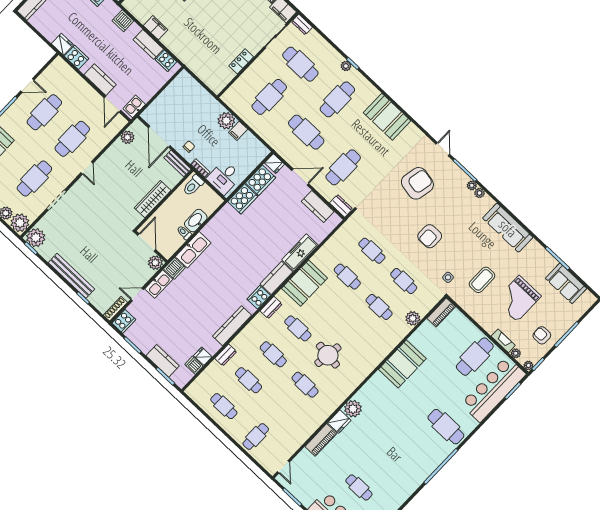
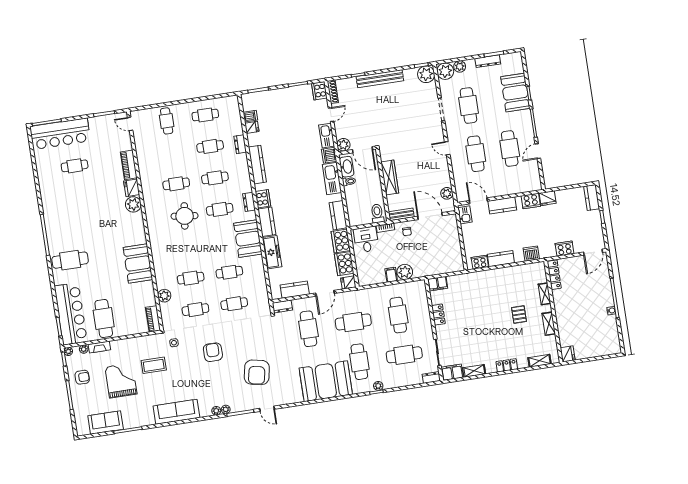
filing cabinet: (156, 28) -> (438, 284), moved
booth: (387, 117) -> (326, 381), width x1.36, depth x1.42
washbasin: (196, 221) -> (347, 167), moved
coffee table: (482, 280) -> (154, 365), turned 90
kitchen counter: (163, 361) -> (338, 215), moved, turned 90

